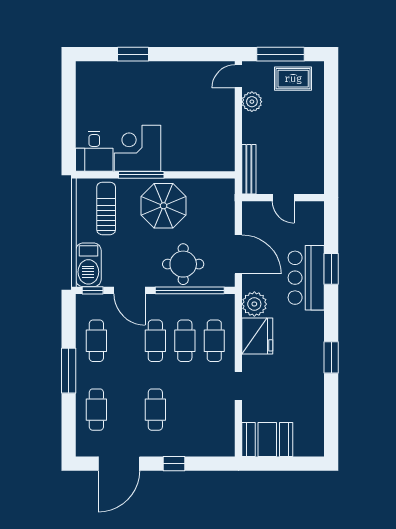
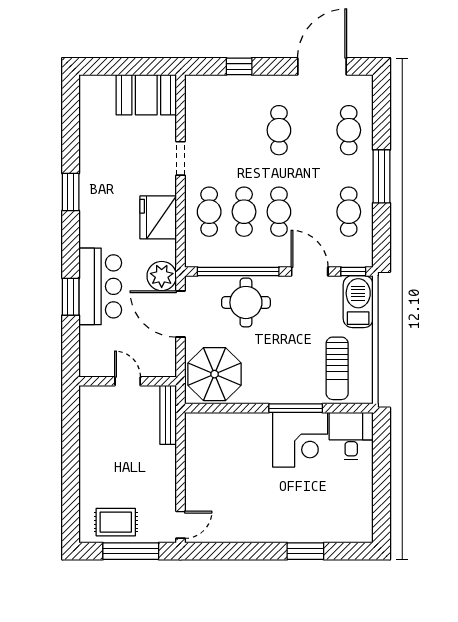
plant: (252, 102) -> (165, 495), removed
parasol: (164, 206) -> (215, 374), moved
plant: (254, 304) -> (162, 276), moved
window: (174, 464) -> (239, 66), moved

